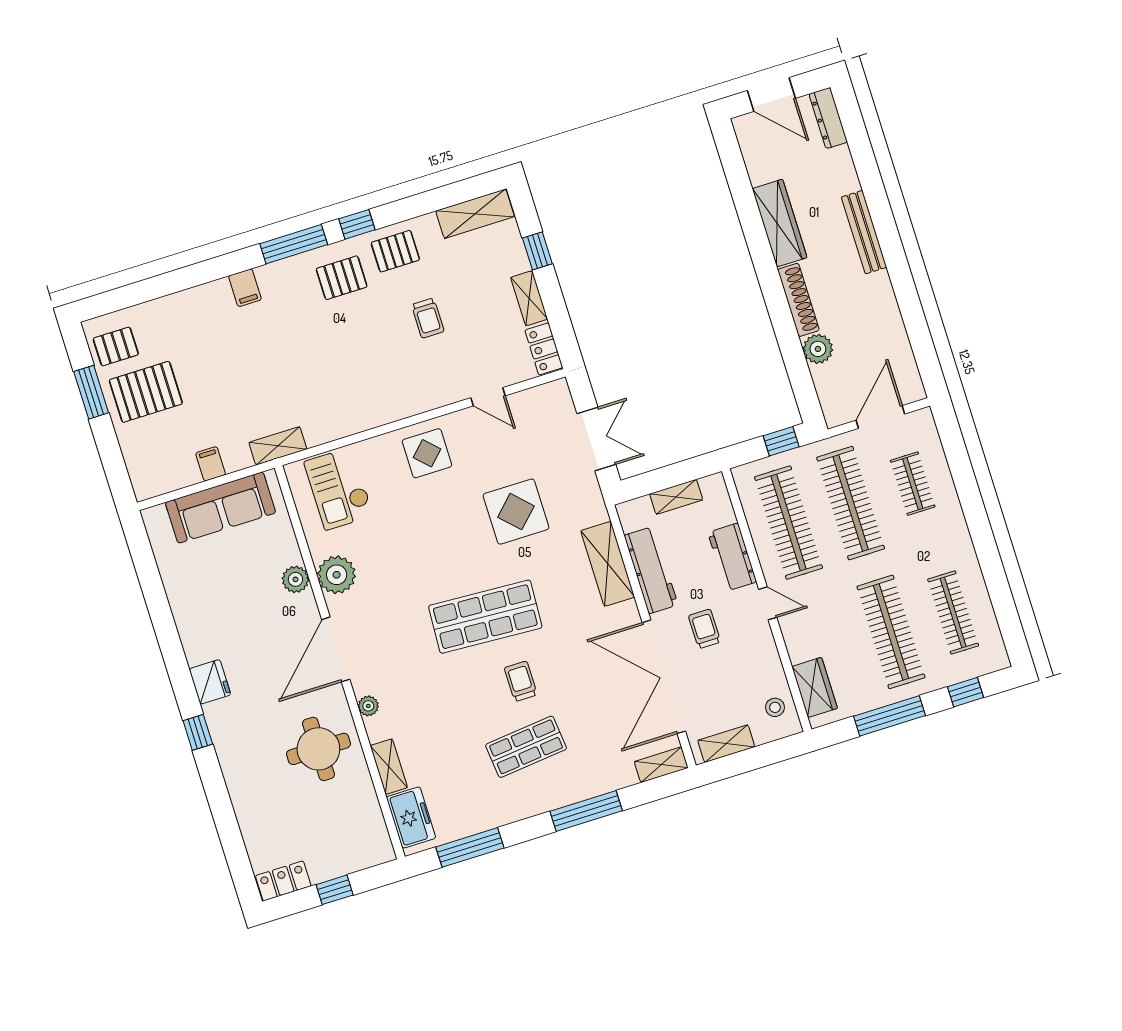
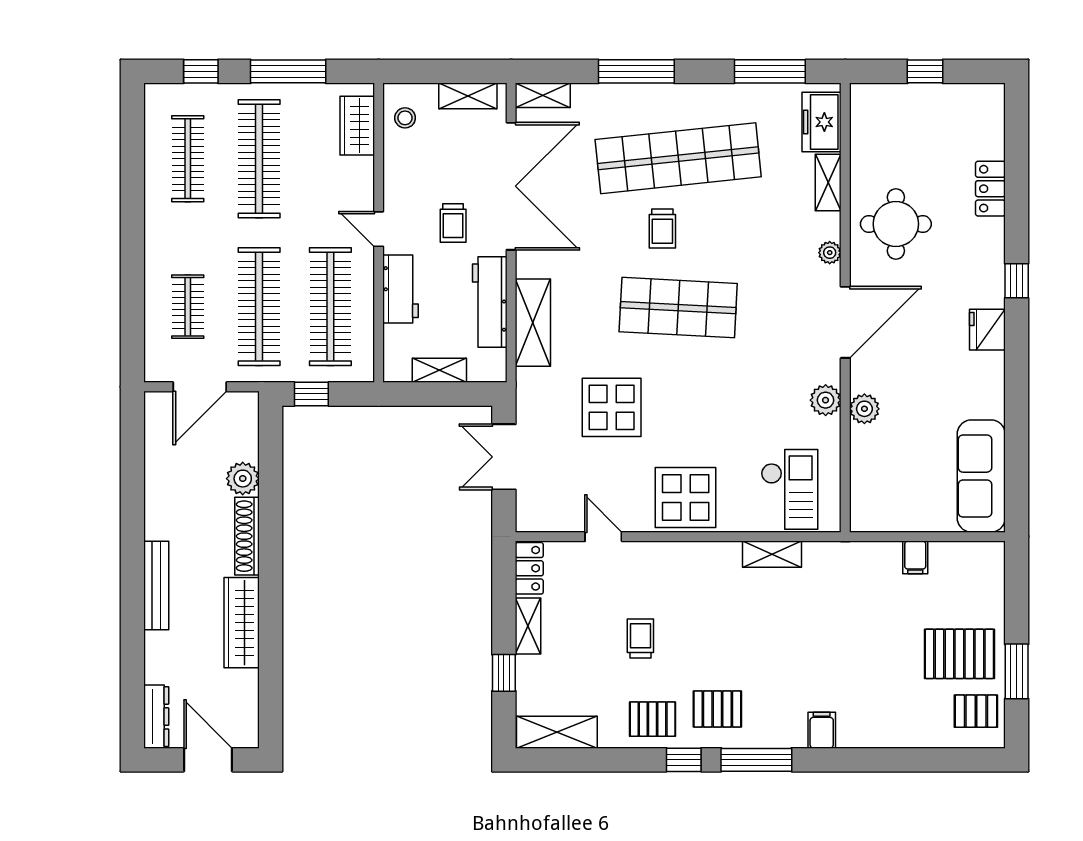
shelving: (278, 446) -> (772, 554), moved
display table: (427, 453) -> (686, 498), width x1.36, depth x1.36
sofa: (220, 508) -> (981, 476), moved, turned -90
plant: (337, 575) -> (826, 400), width x0.73, depth x0.73
shop shelf: (526, 747) -> (678, 158), width x2.00, depth x1.36
locker: (283, 881) -> (990, 189), moved, turned 90

